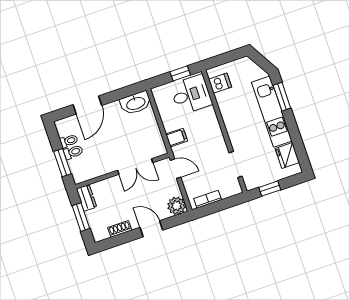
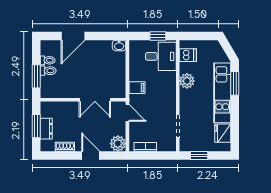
washbasin: (136, 103) -> (119, 45), width x0.52, depth x0.69
plant: (229, 112) -> (187, 81), added
dresser: (87, 198) -> (46, 129), moved

